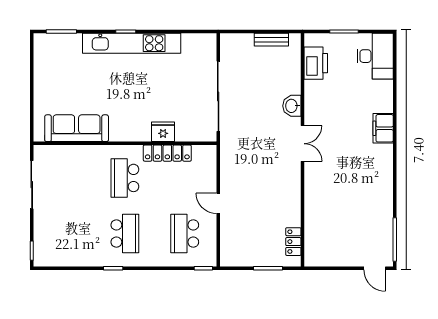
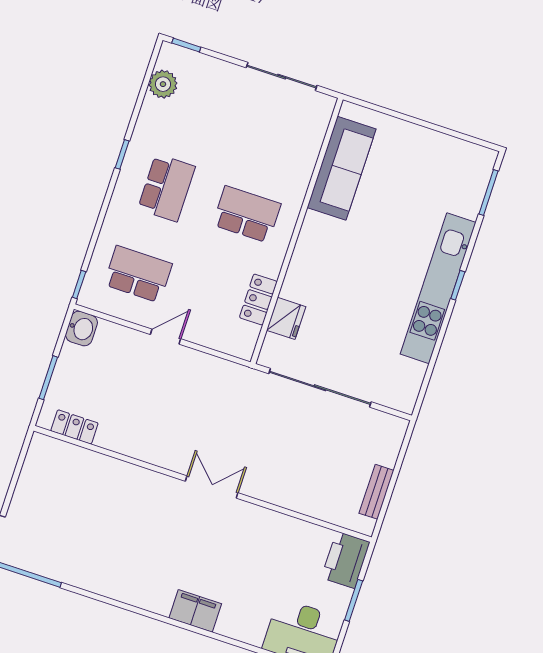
printer: (316, 63) -> (346, 560), moved, turned 90
washbasin: (292, 106) -> (81, 328), moved, turned 90
fridge: (163, 132) -> (286, 318), moved
double door: (302, 144) -> (212, 487), swing flipped
locker: (167, 153) -> (258, 300), width x0.66
school desk: (125, 234) -> (167, 188), turned -90
plant: (61, 257) -> (163, 84), added

